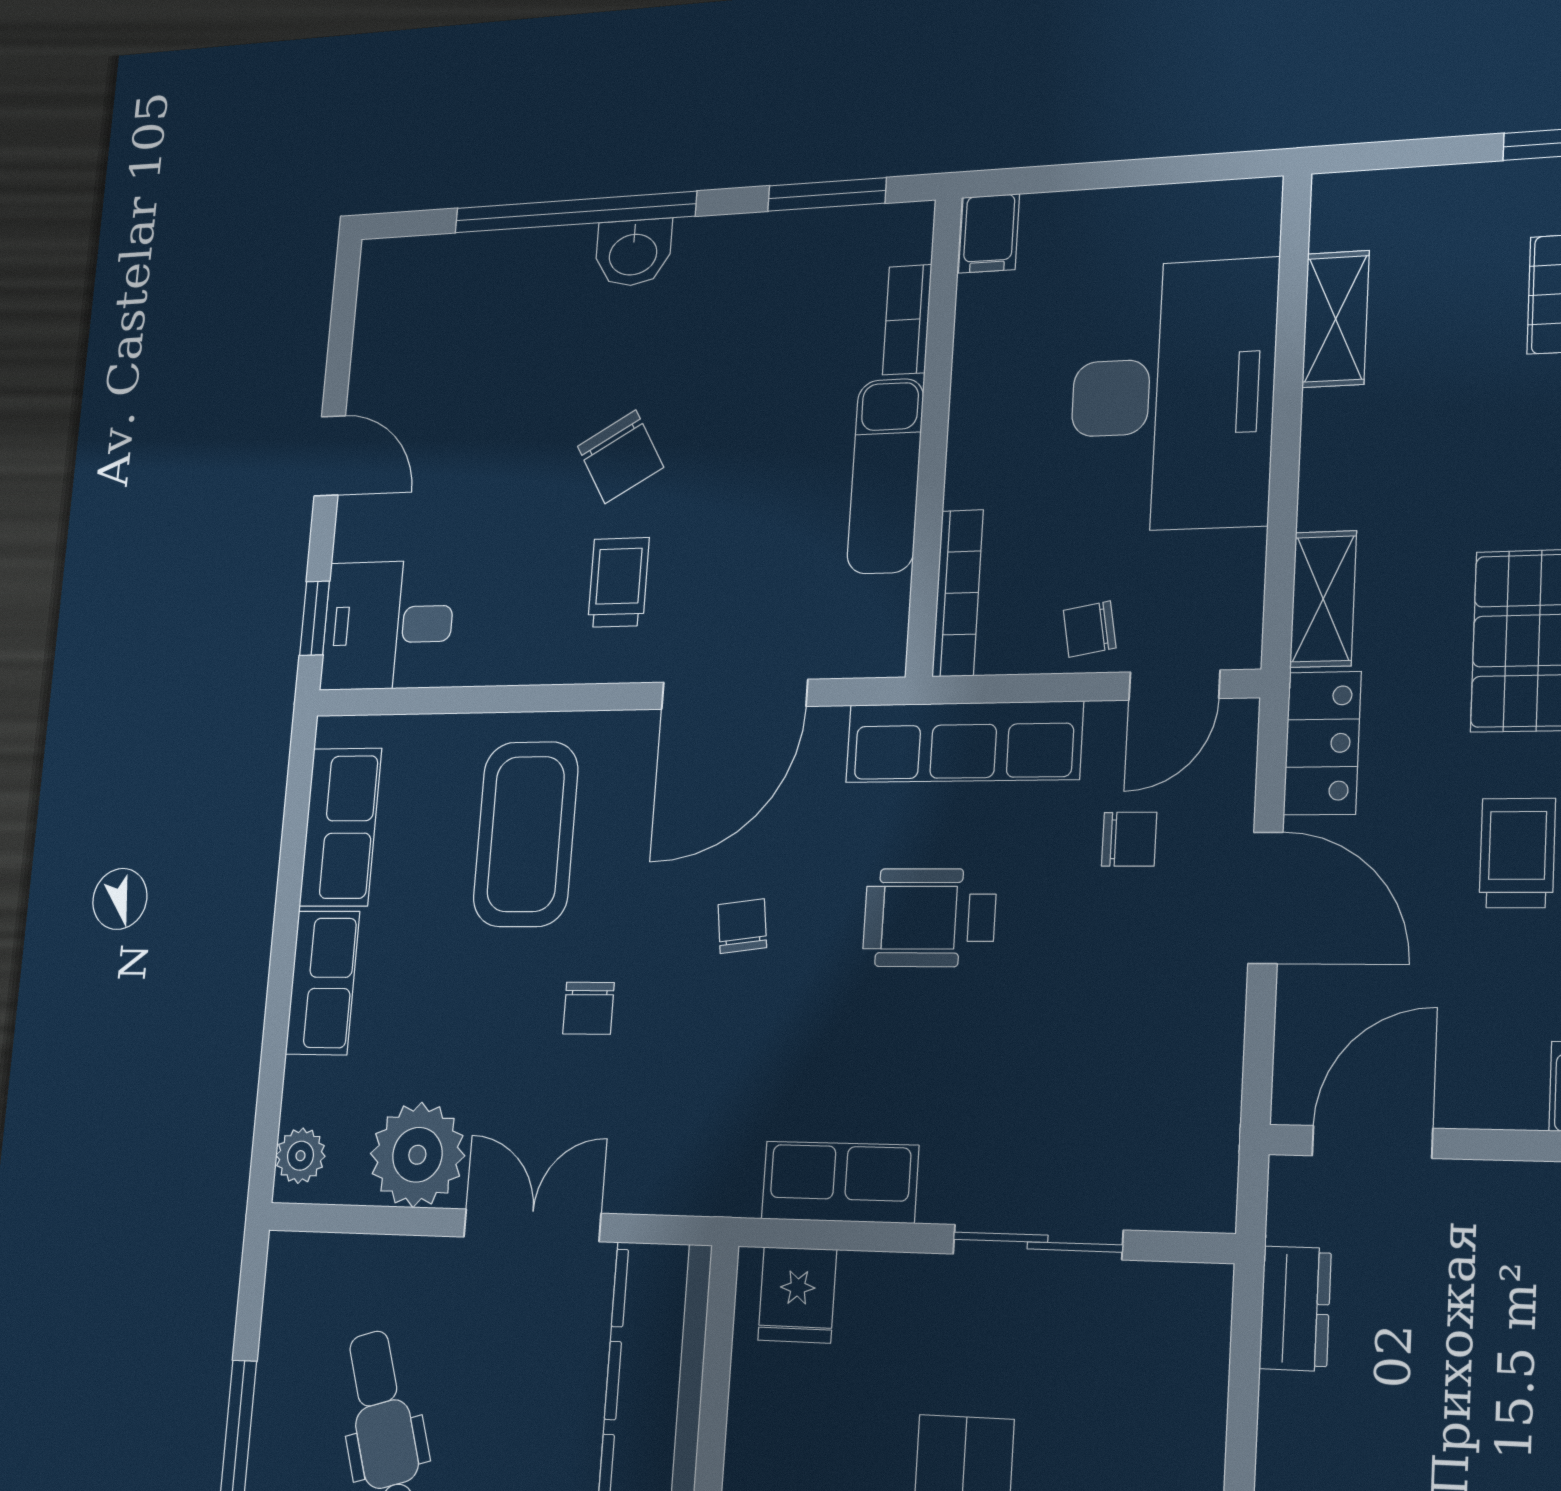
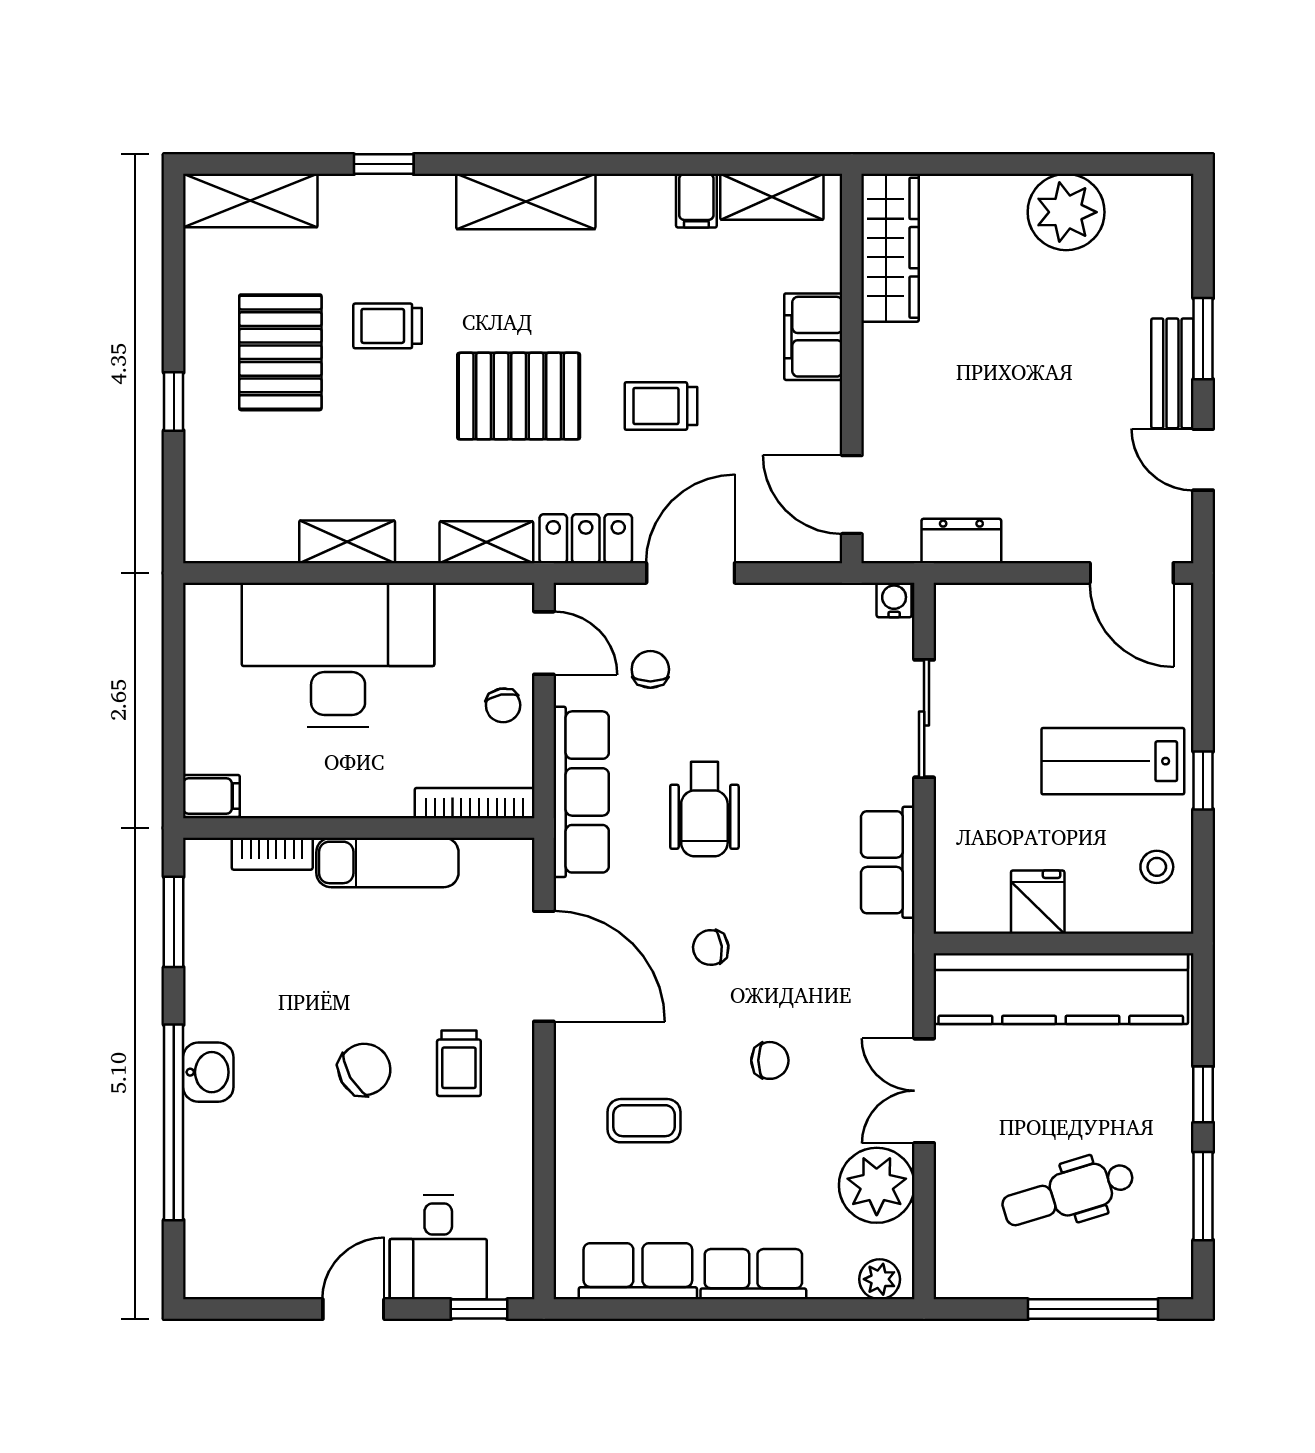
shelving: (1336, 319) -> (347, 542), moved
trolley: (618, 582) -> (459, 1063), turned -90
desk: (388, 625) -> (438, 1247), moved
coffee table: (526, 834) -> (644, 1121), width x0.54, depth x0.58
water cooler: (1212, 1202) -> (894, 600), added
fridge: (797, 1295) -> (1038, 902), moved, turned -90

